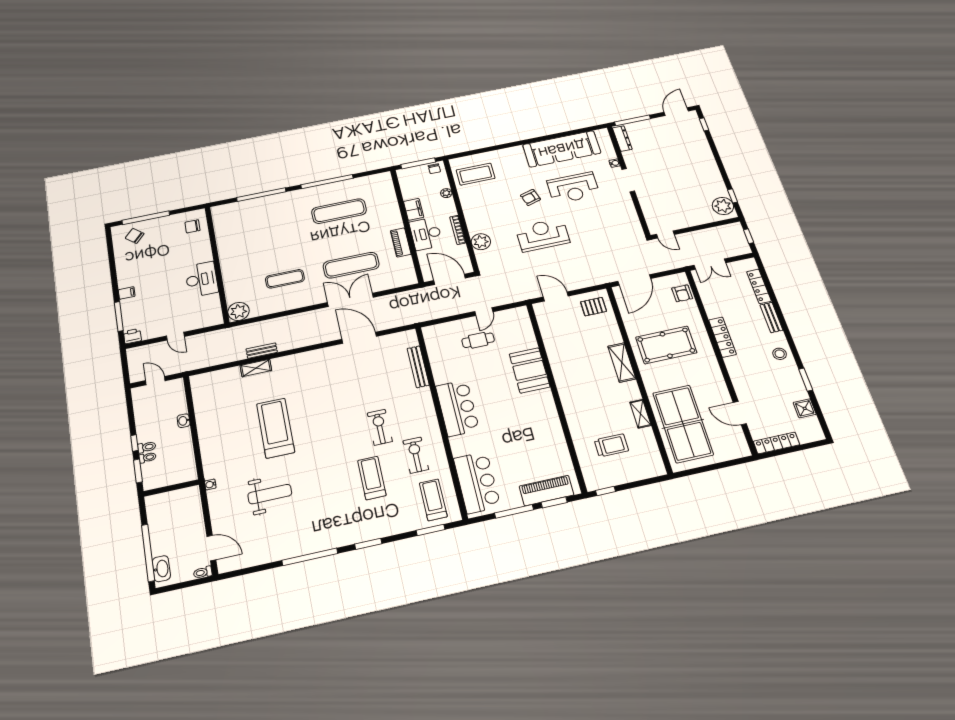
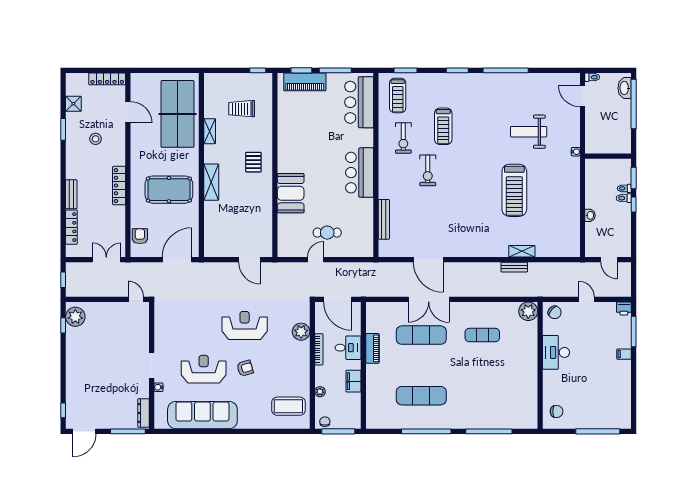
desk: (426, 234) -> (348, 348), width x0.73
reception desk: (543, 235) -> (245, 325), turned 180
chair: (135, 236) -> (555, 312), moved
pallet: (594, 307) -> (253, 162), moved, turned 90
stool: (780, 354) -> (96, 139), moved

